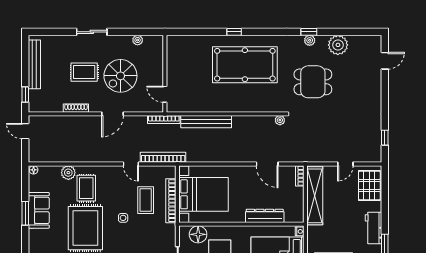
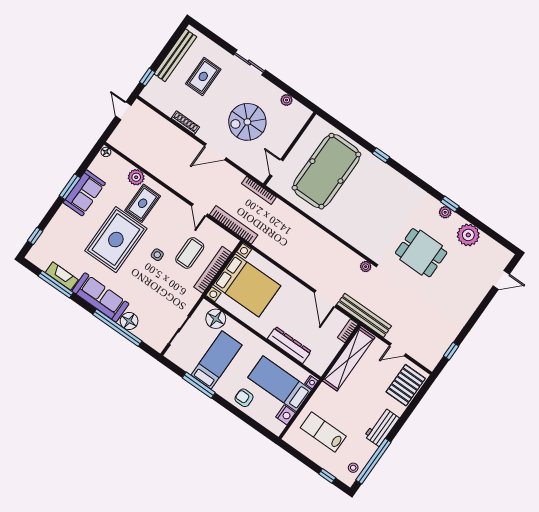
pool table: (245, 65) -> (326, 171), moved, turned 90
rug: (84, 72) -> (203, 76), moved, turned 90
bench: (206, 122) -> (364, 315), moved

